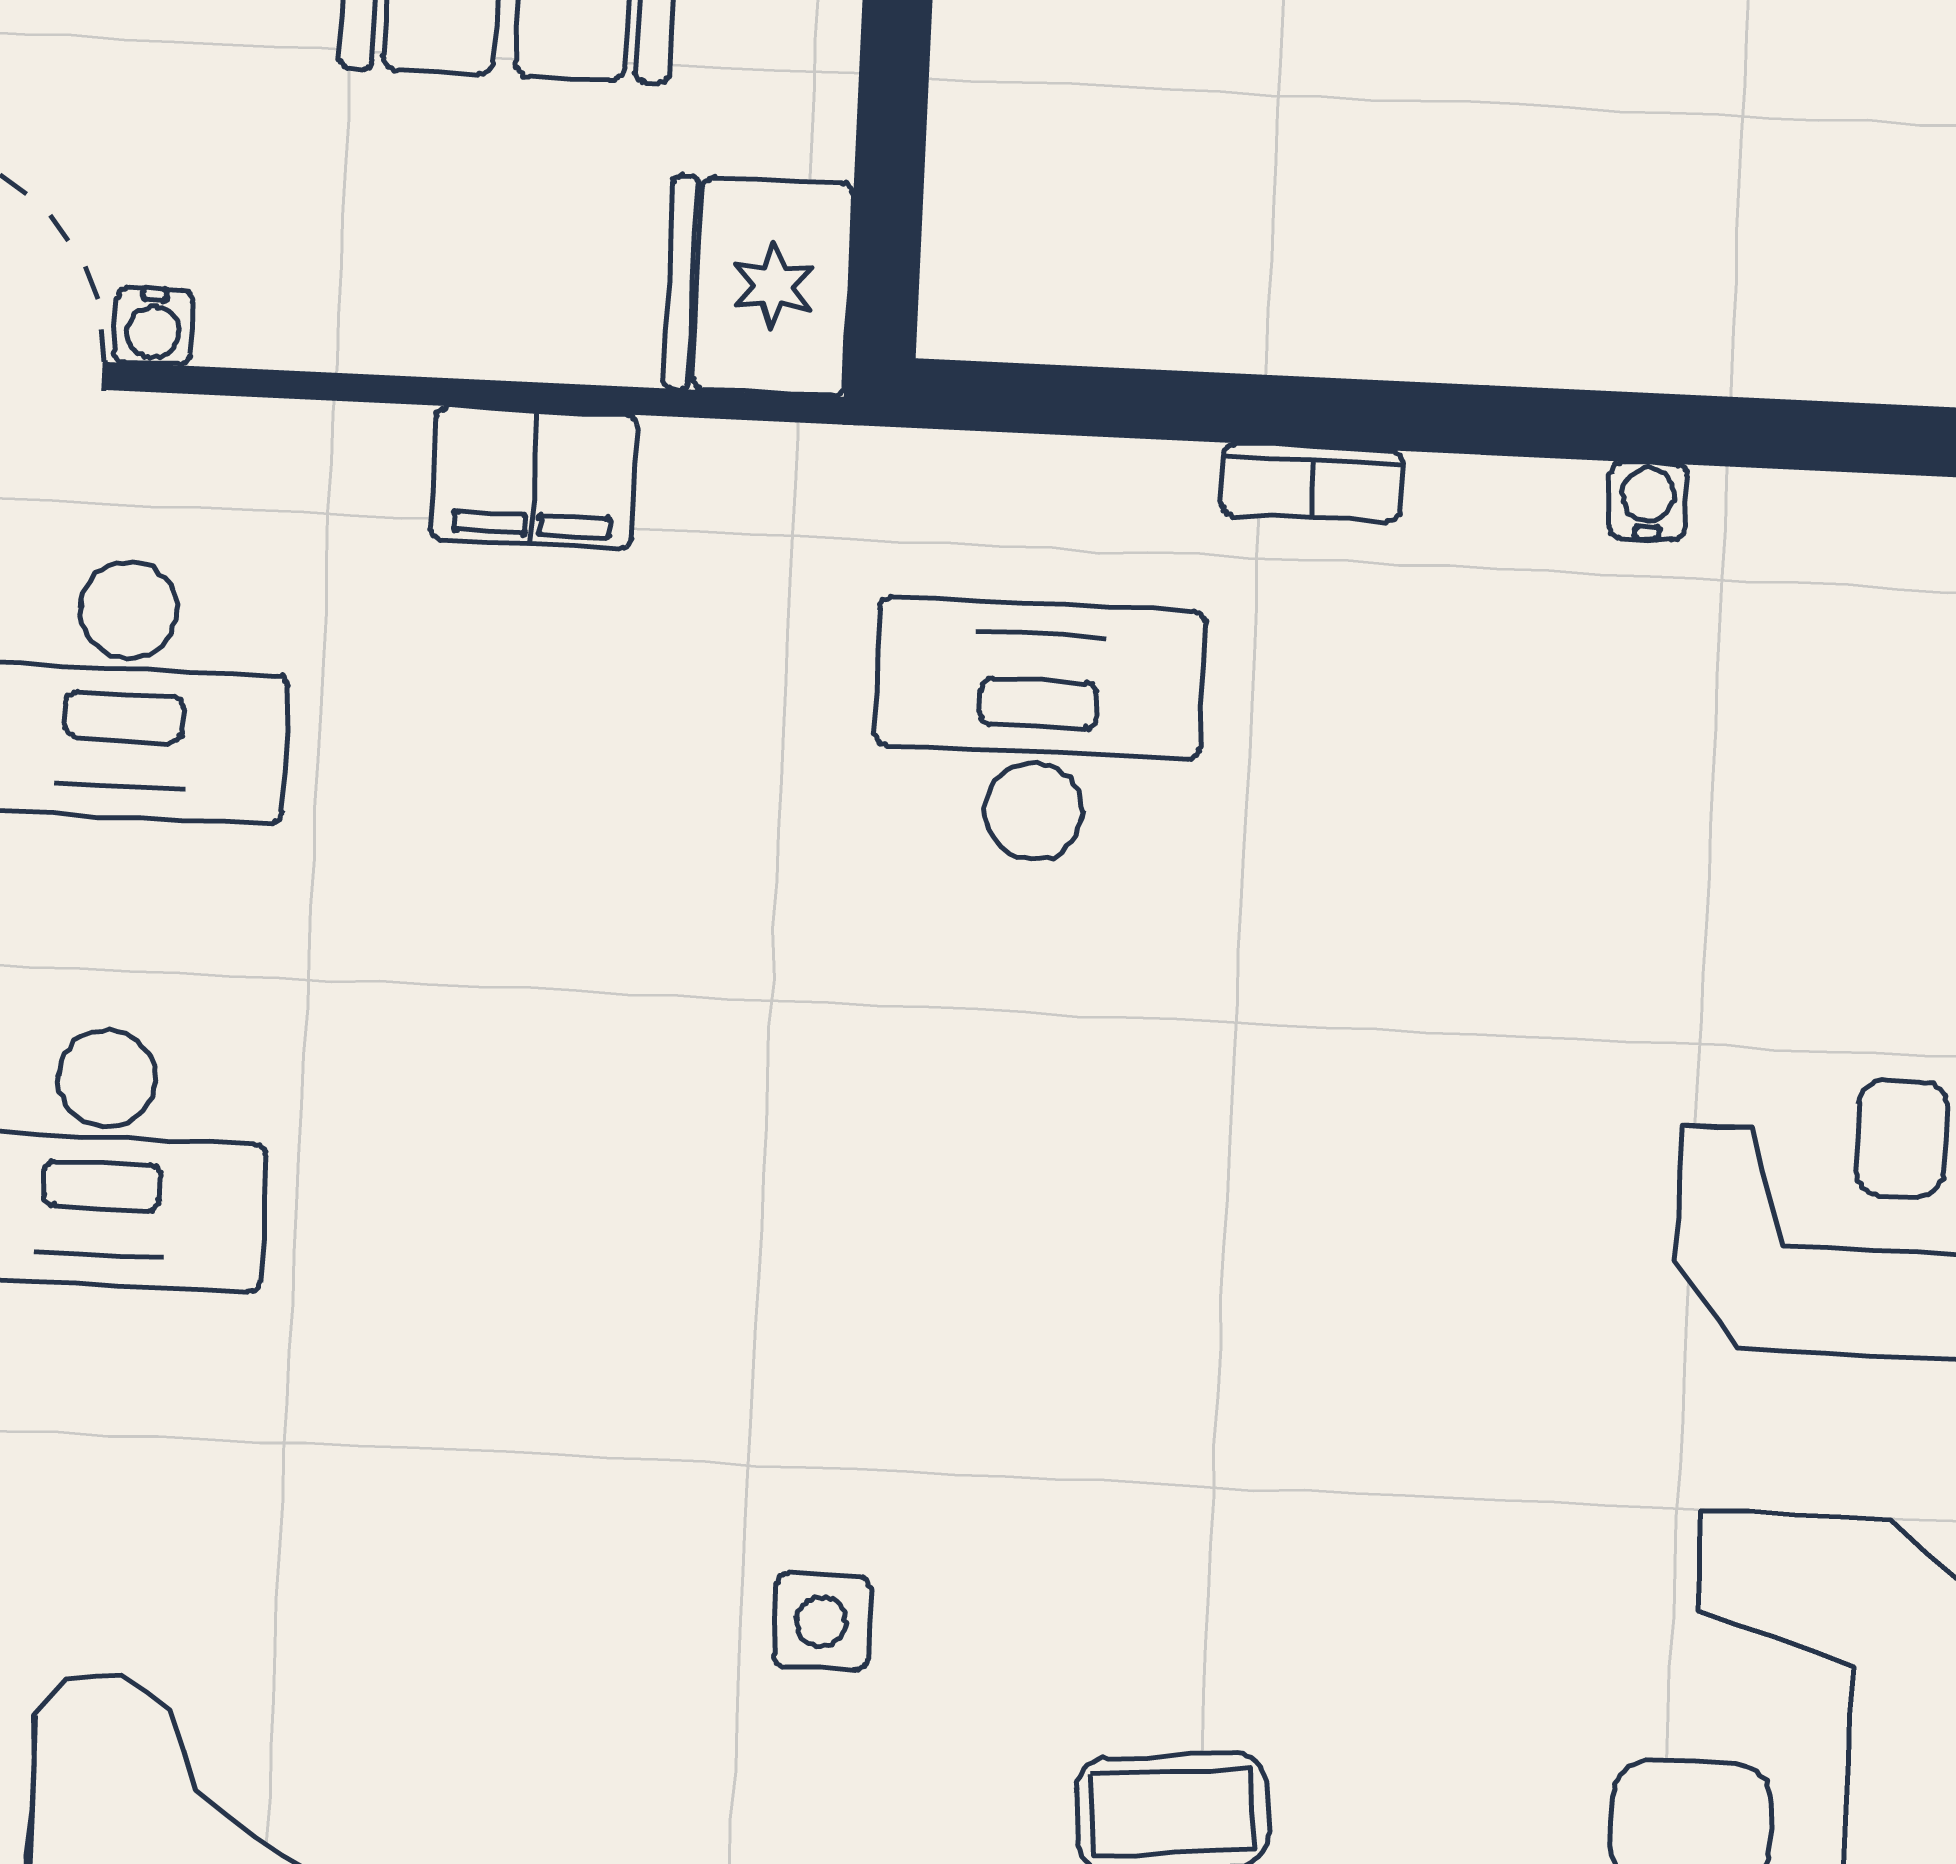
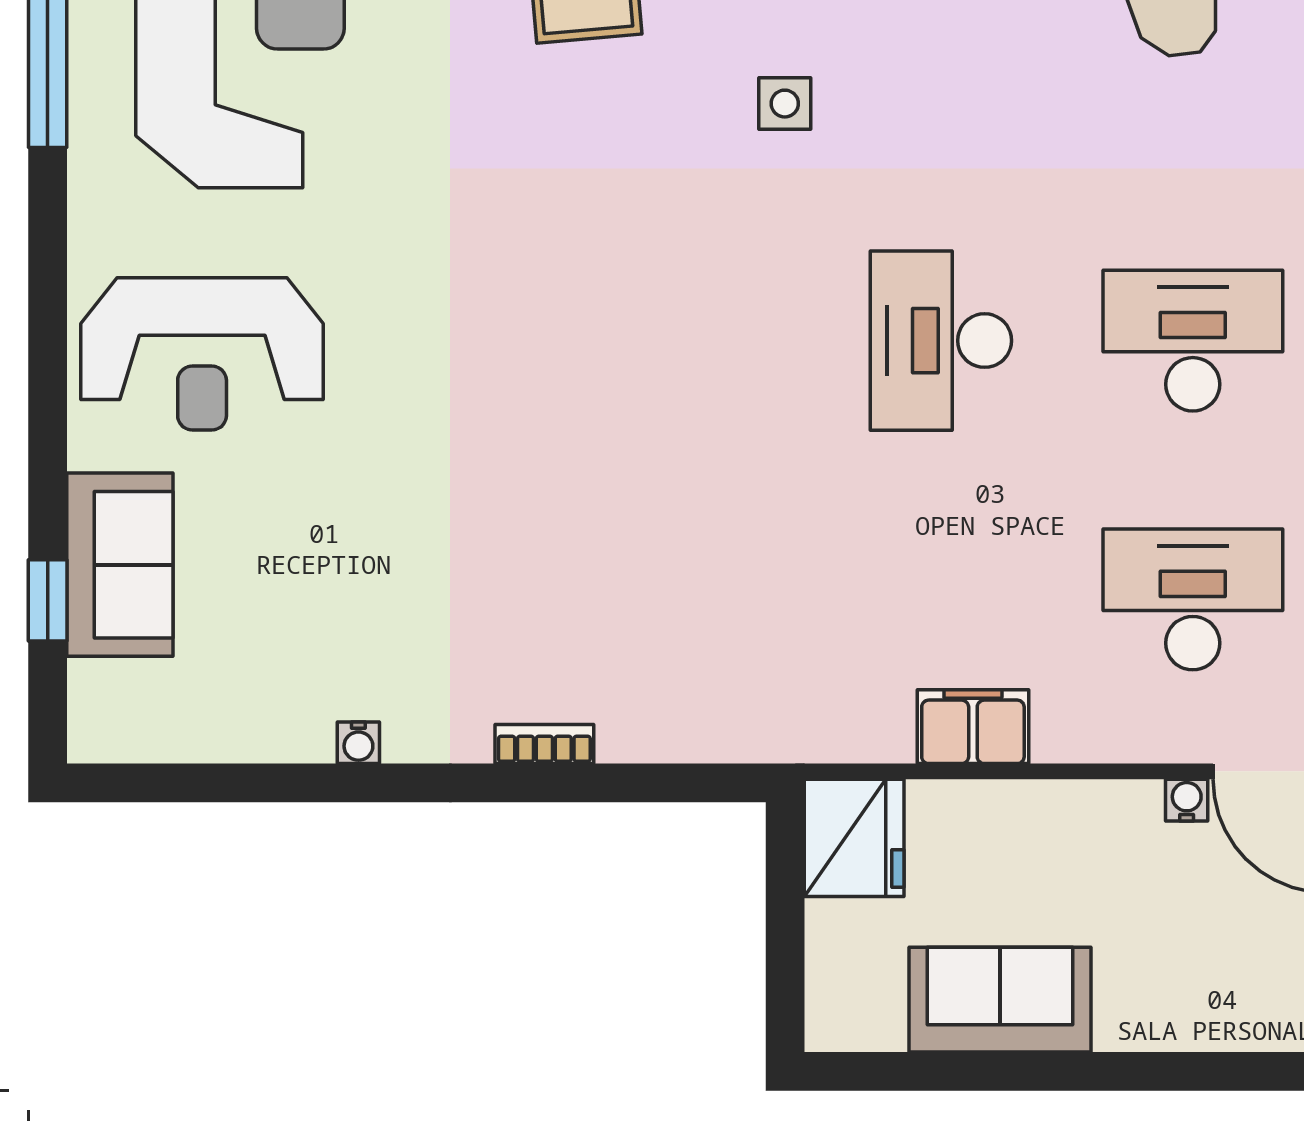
desk: (1037, 732) -> (941, 341), moved, turned 90

